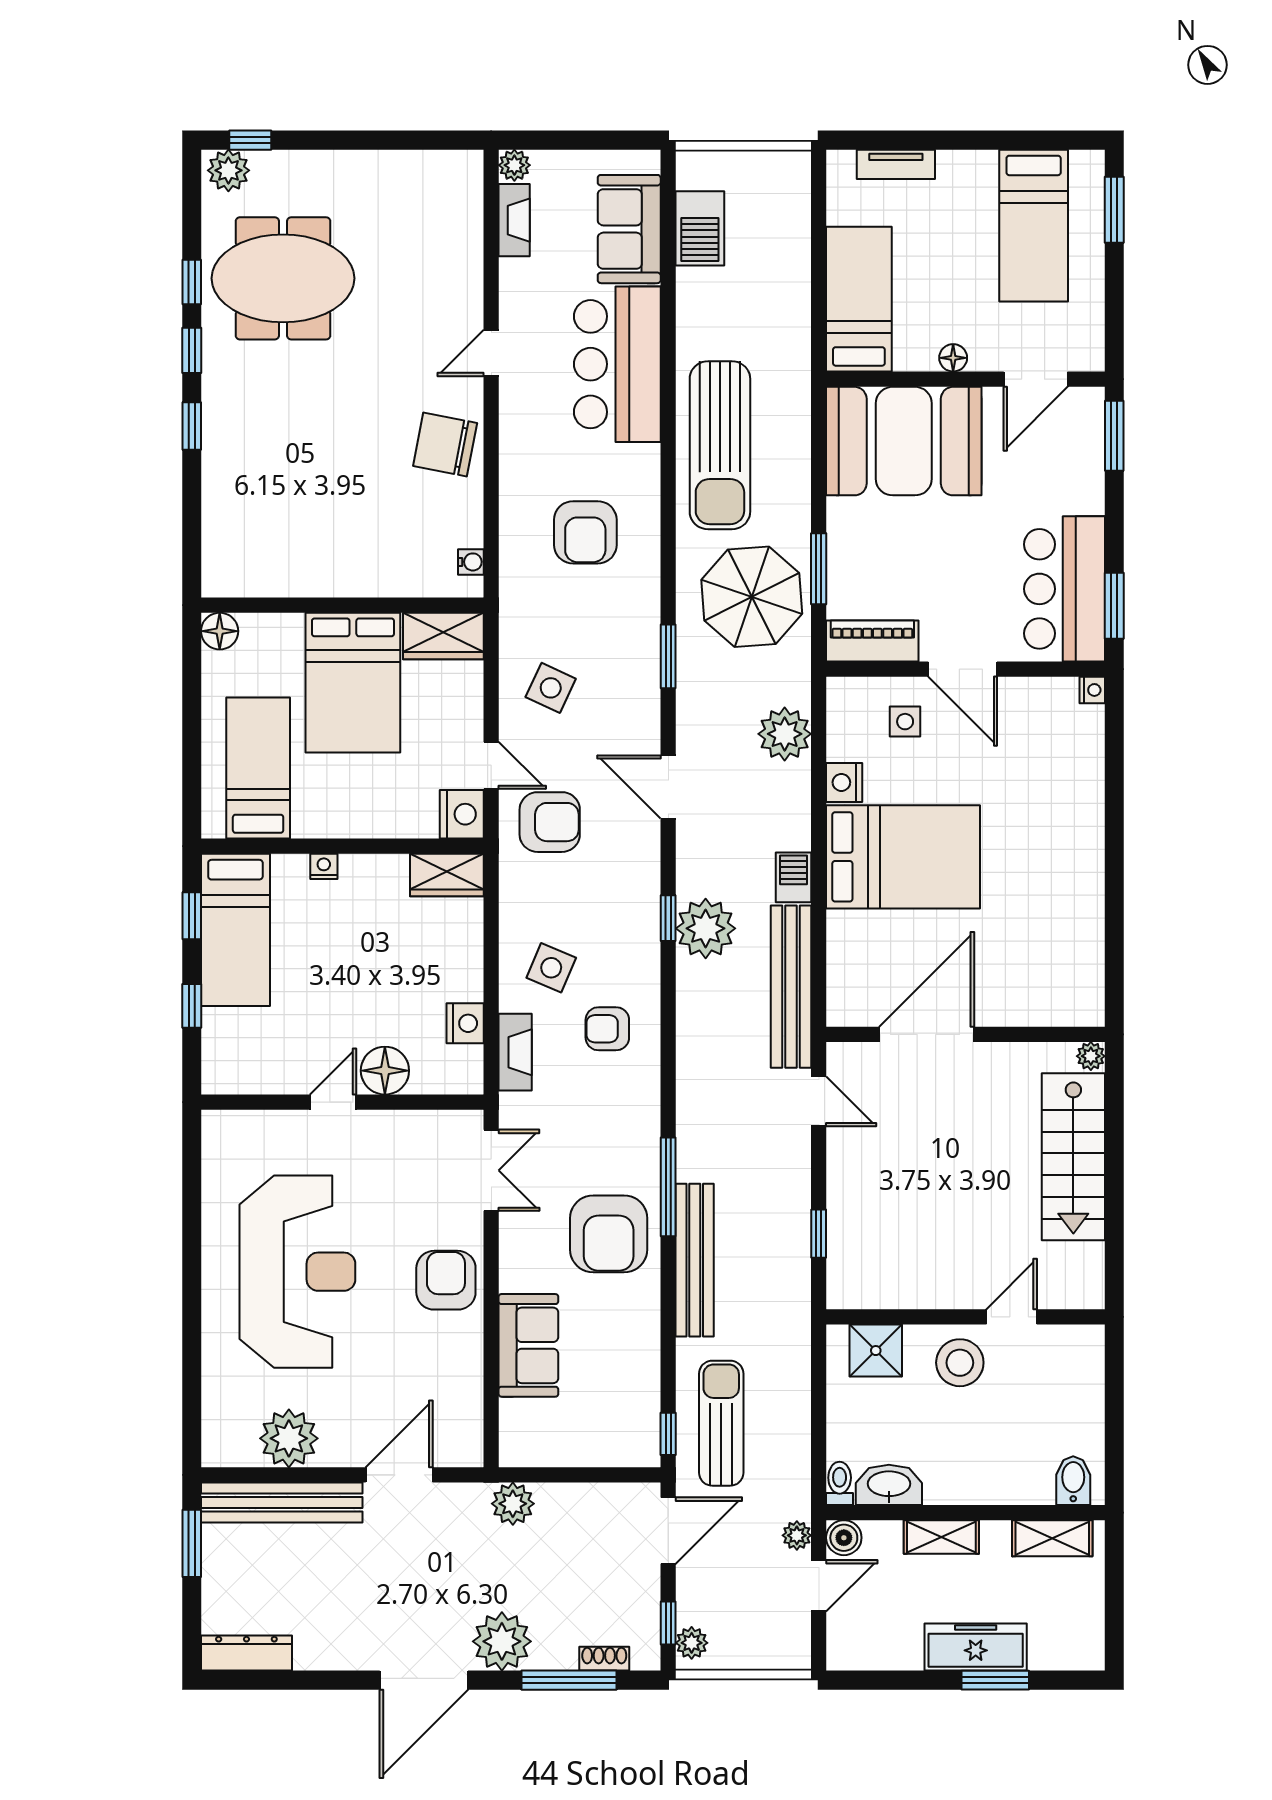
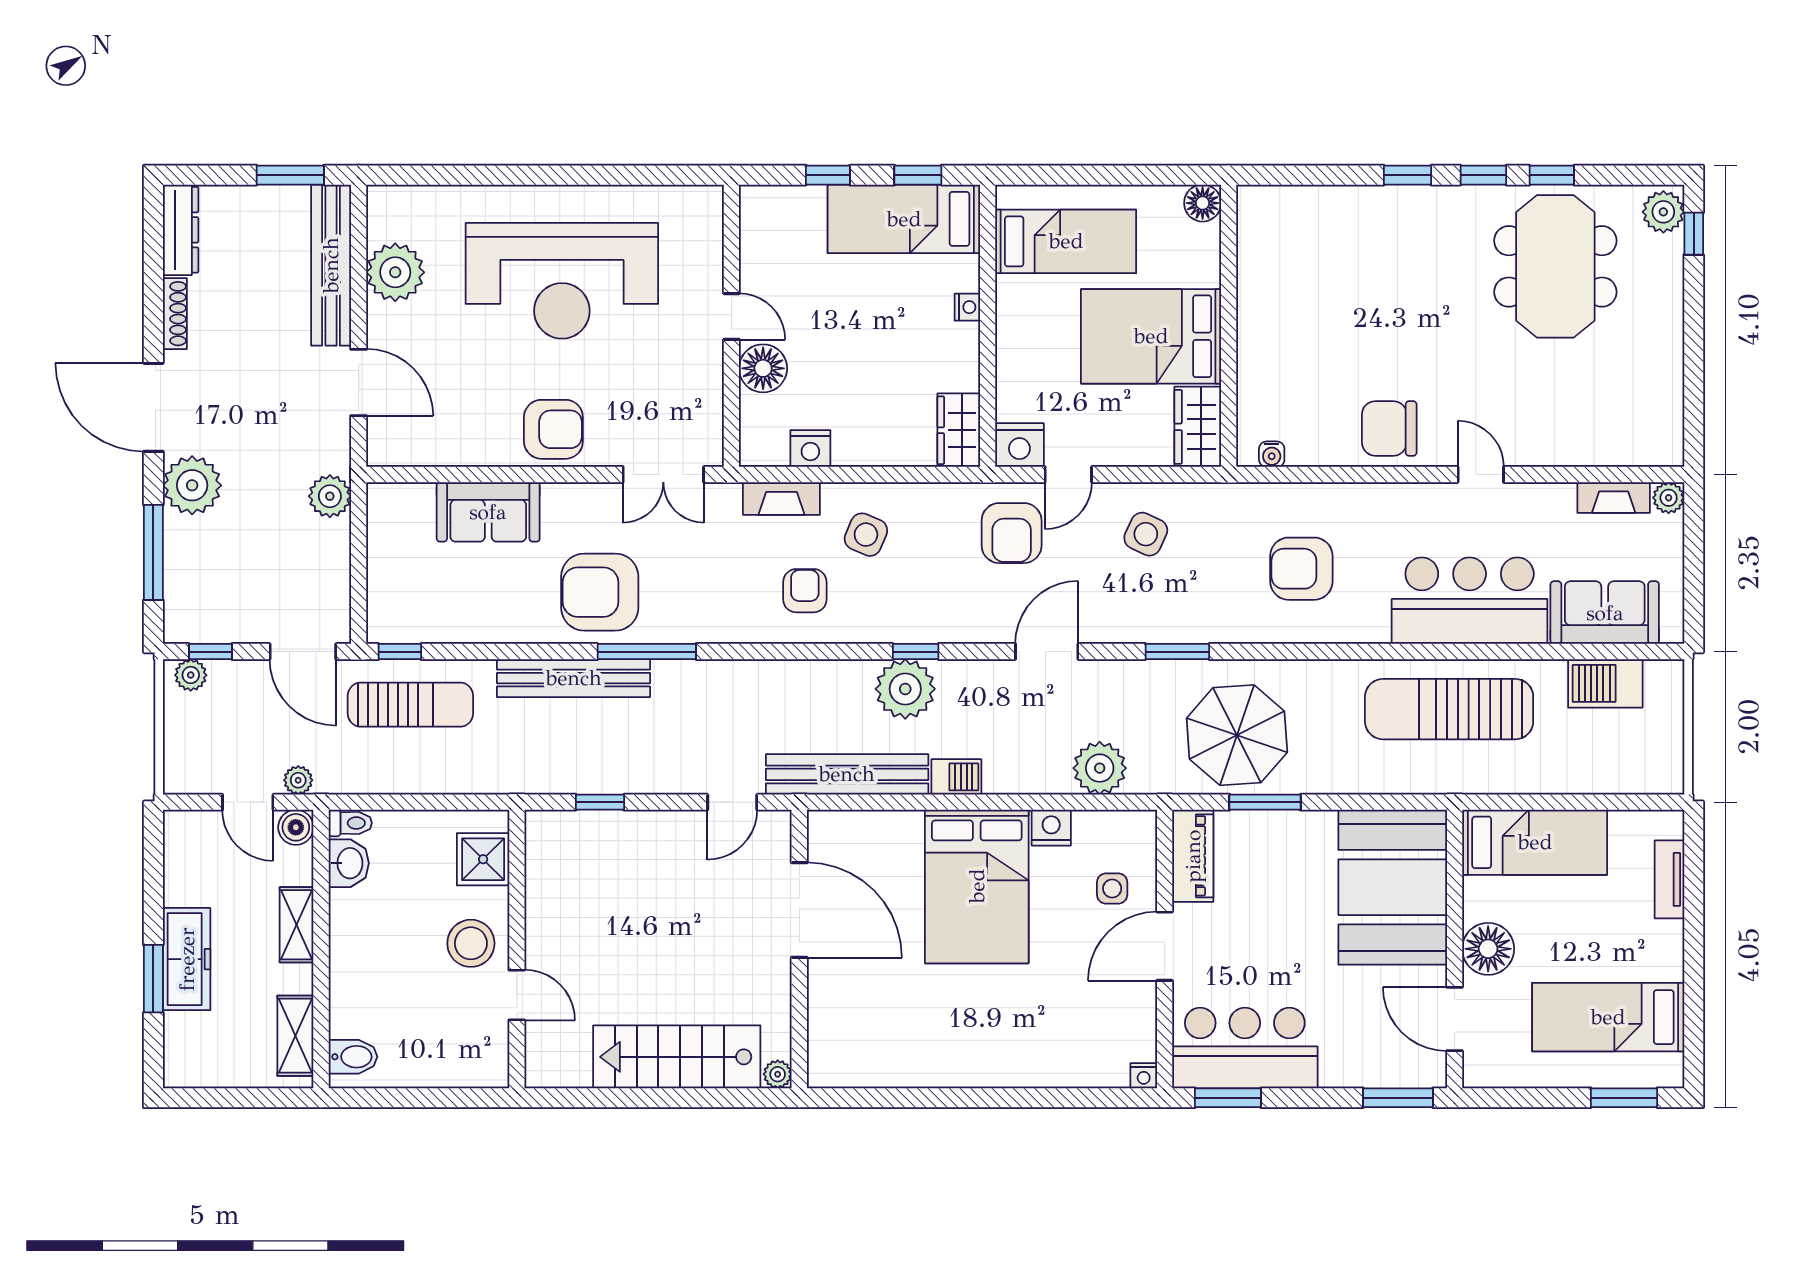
floor lamp: (953, 358) -> (1488, 949), width x1.89, depth x1.89
chair: (445, 444) -> (1389, 428), turned -101
sun lounger: (720, 445) -> (1449, 709), moved
washbasin: (889, 1485) -> (349, 863), width x0.72
shoe rack: (604, 1659) -> (175, 314), moved, width x1.43

